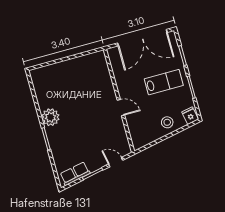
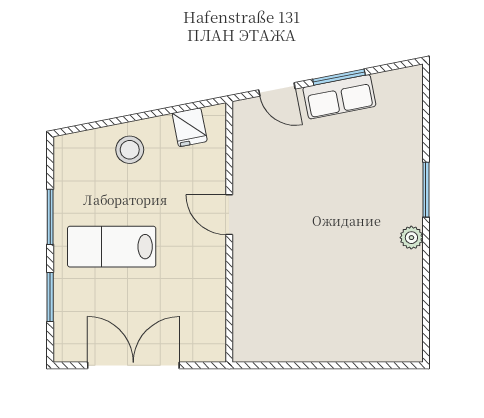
double door: (142, 38) -> (133, 365), width x0.73
fridge: (190, 116) -> (190, 127), moved
plant: (50, 117) -> (411, 238), width x0.53, depth x0.53
row of seats: (75, 174) -> (339, 97), moved

